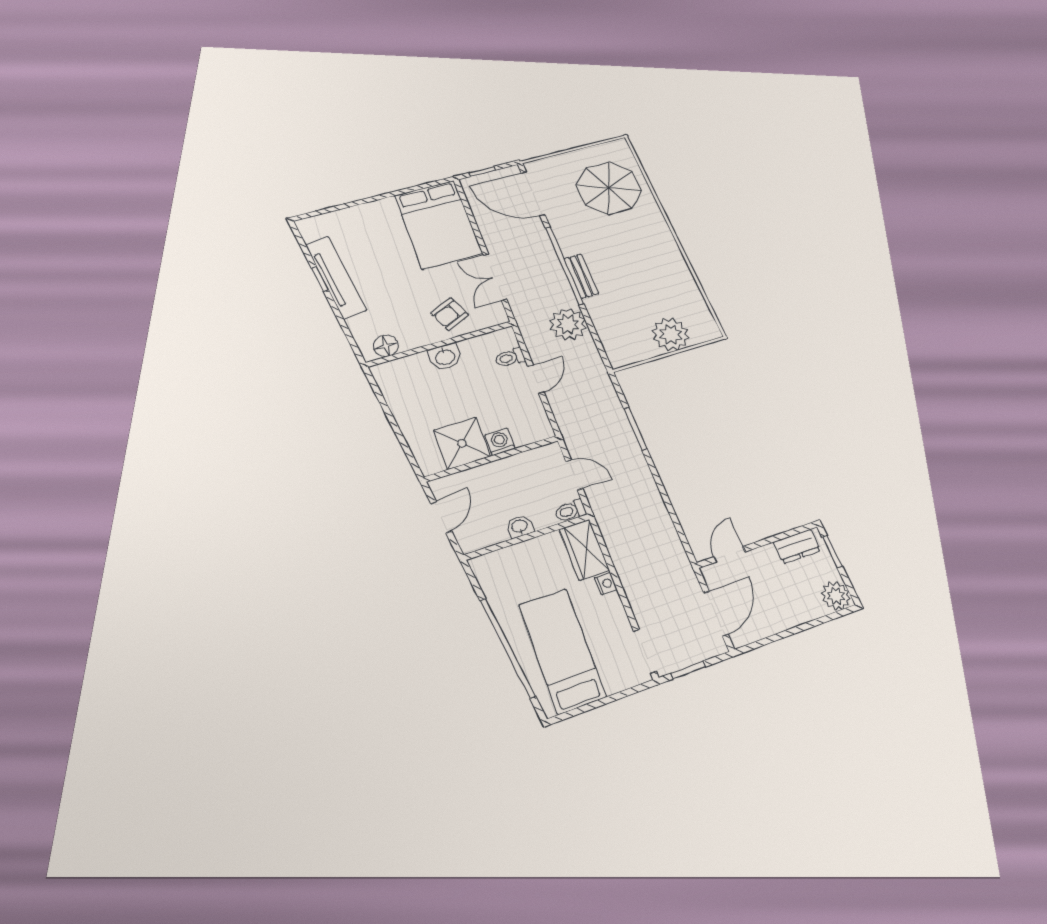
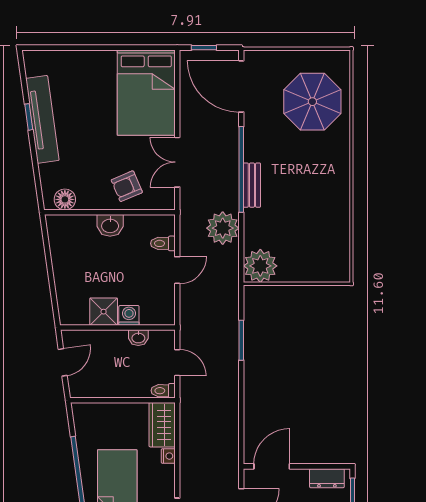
plant: (671, 334) -> (260, 266), moved
shower: (462, 443) -> (104, 312), width x0.73, depth x0.73
washbasin: (520, 527) -> (138, 338), moved, turned 180
door: (730, 554) -> (272, 466), width x1.37

